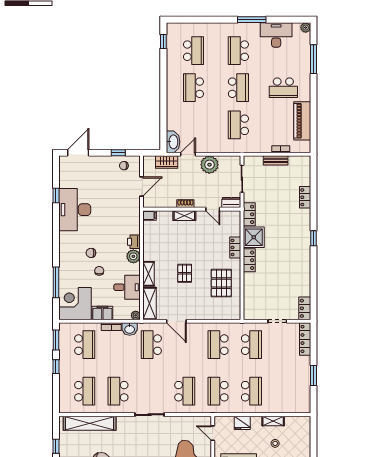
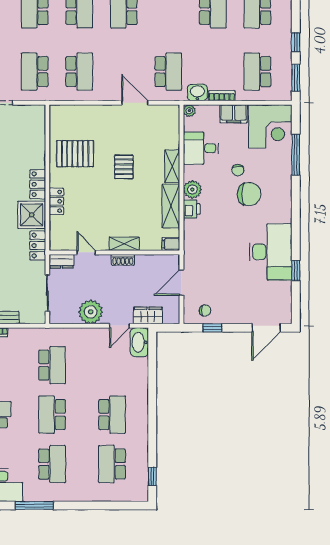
chair: (91, 253) -> (249, 194), width x1.87, depth x1.87
pallet: (221, 283) -> (75, 154), turned 90
shelving: (149, 303) -> (171, 206), moved

